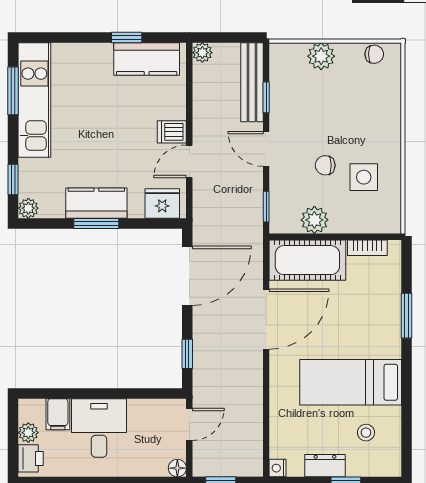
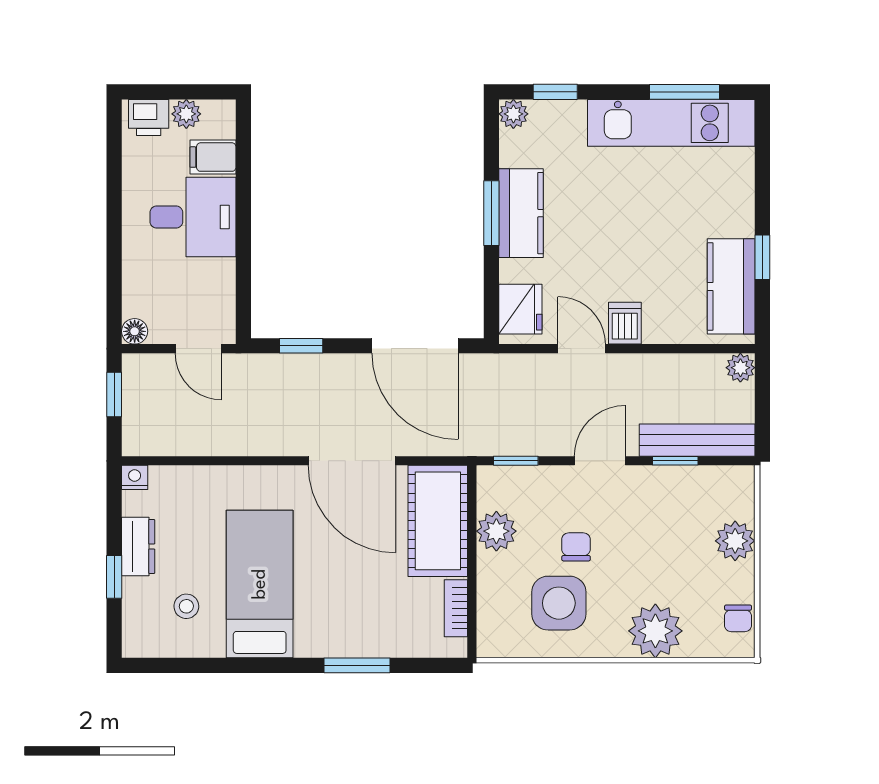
plant: (383, 111) -> (655, 631), added
side table: (364, 177) -> (559, 603), width x1.37, depth x1.37

